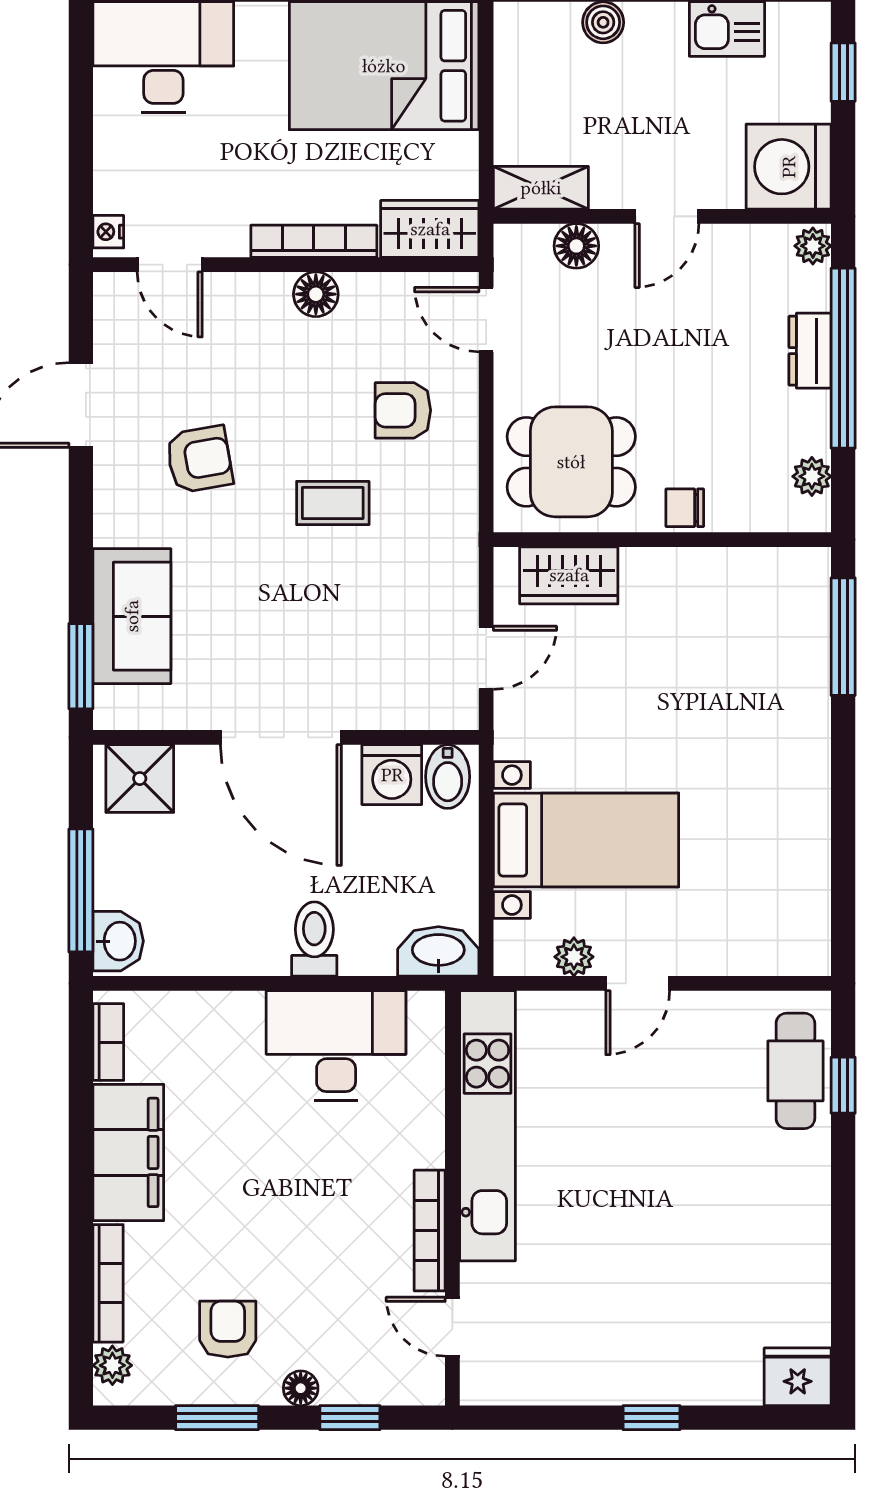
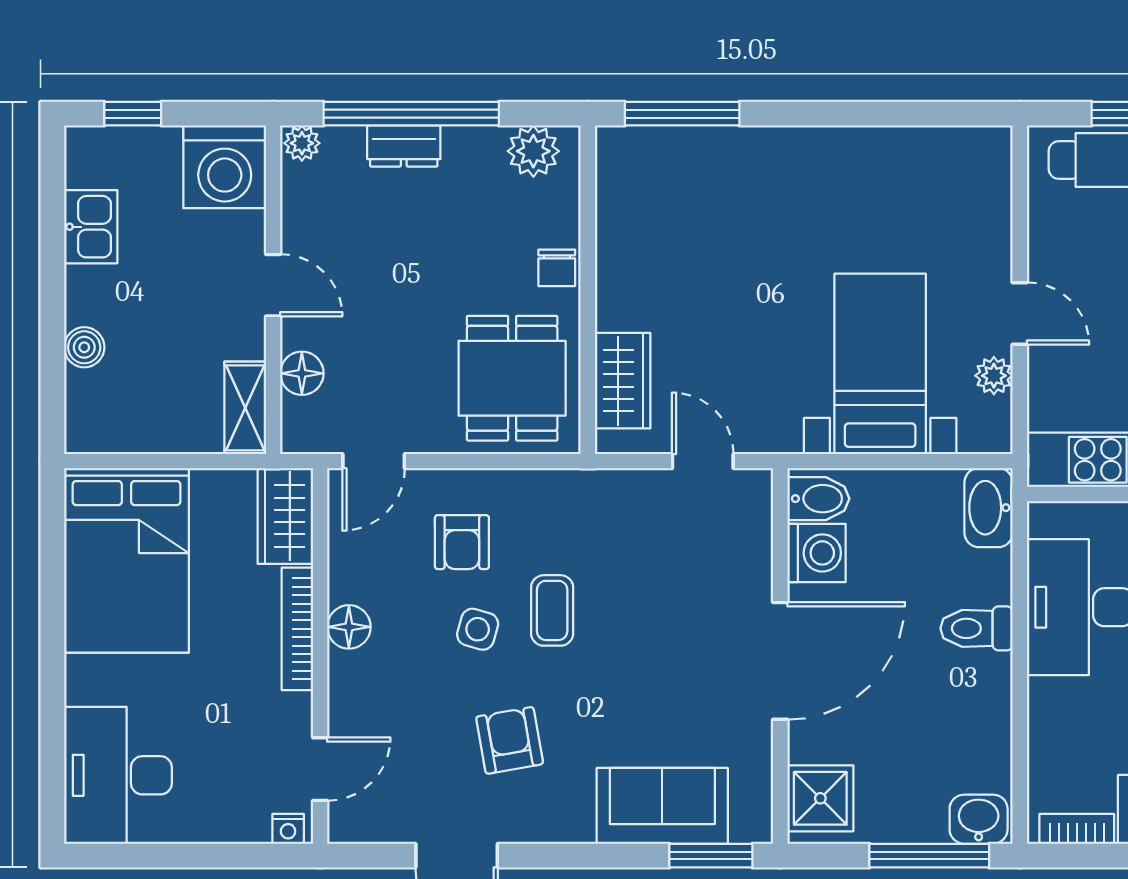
side table: (313, 426) -> (478, 629), added
plant: (812, 476) -> (533, 151), width x1.38, depth x1.38

